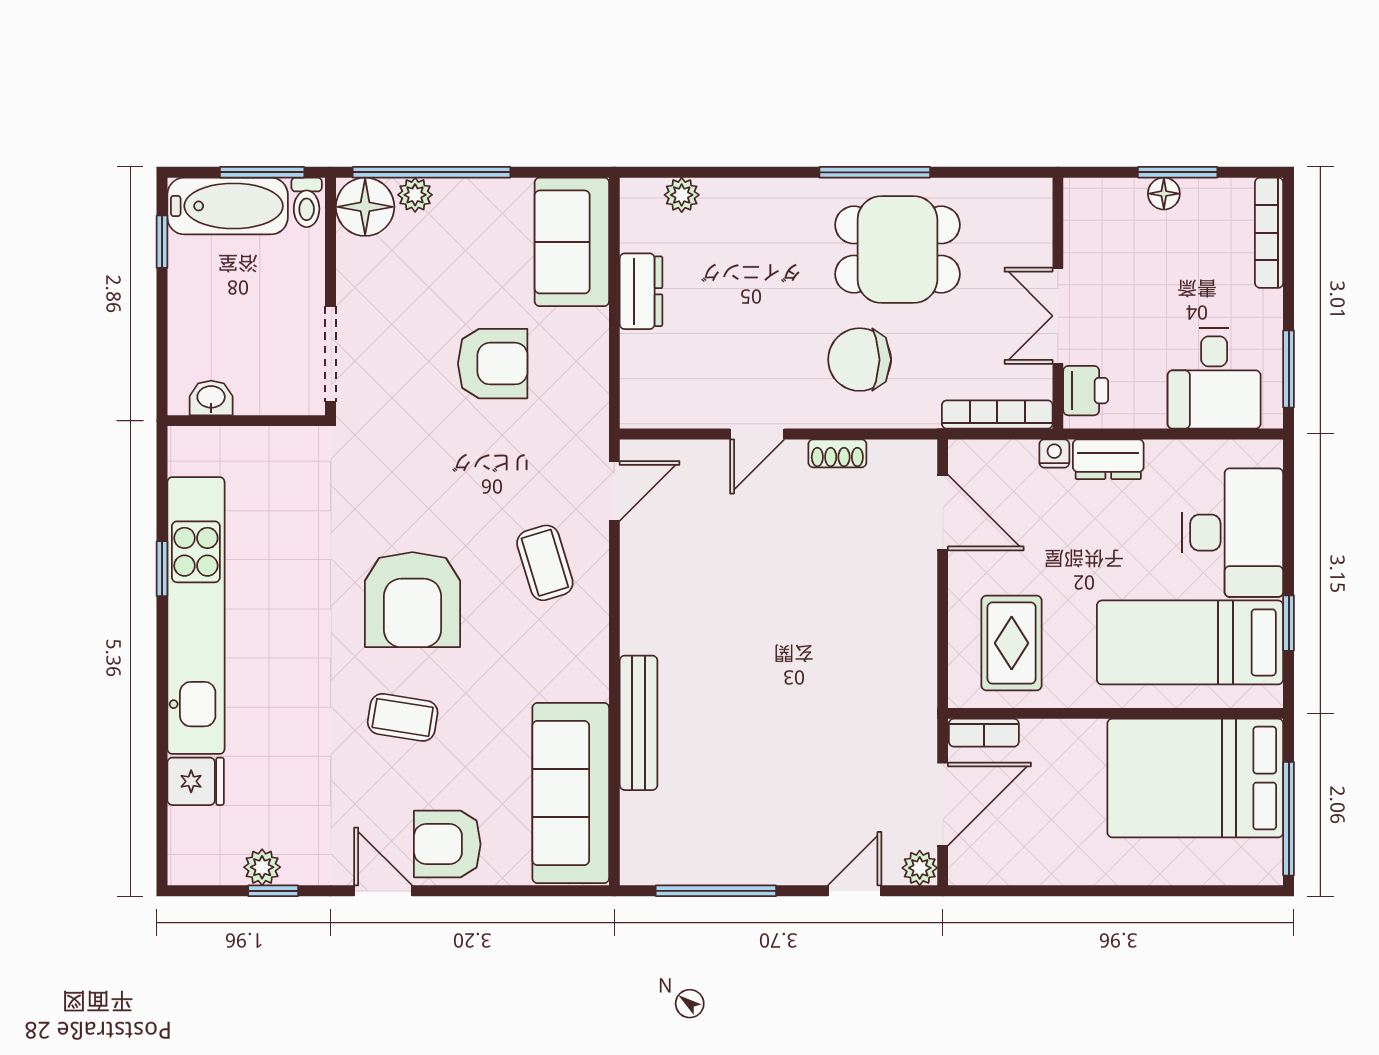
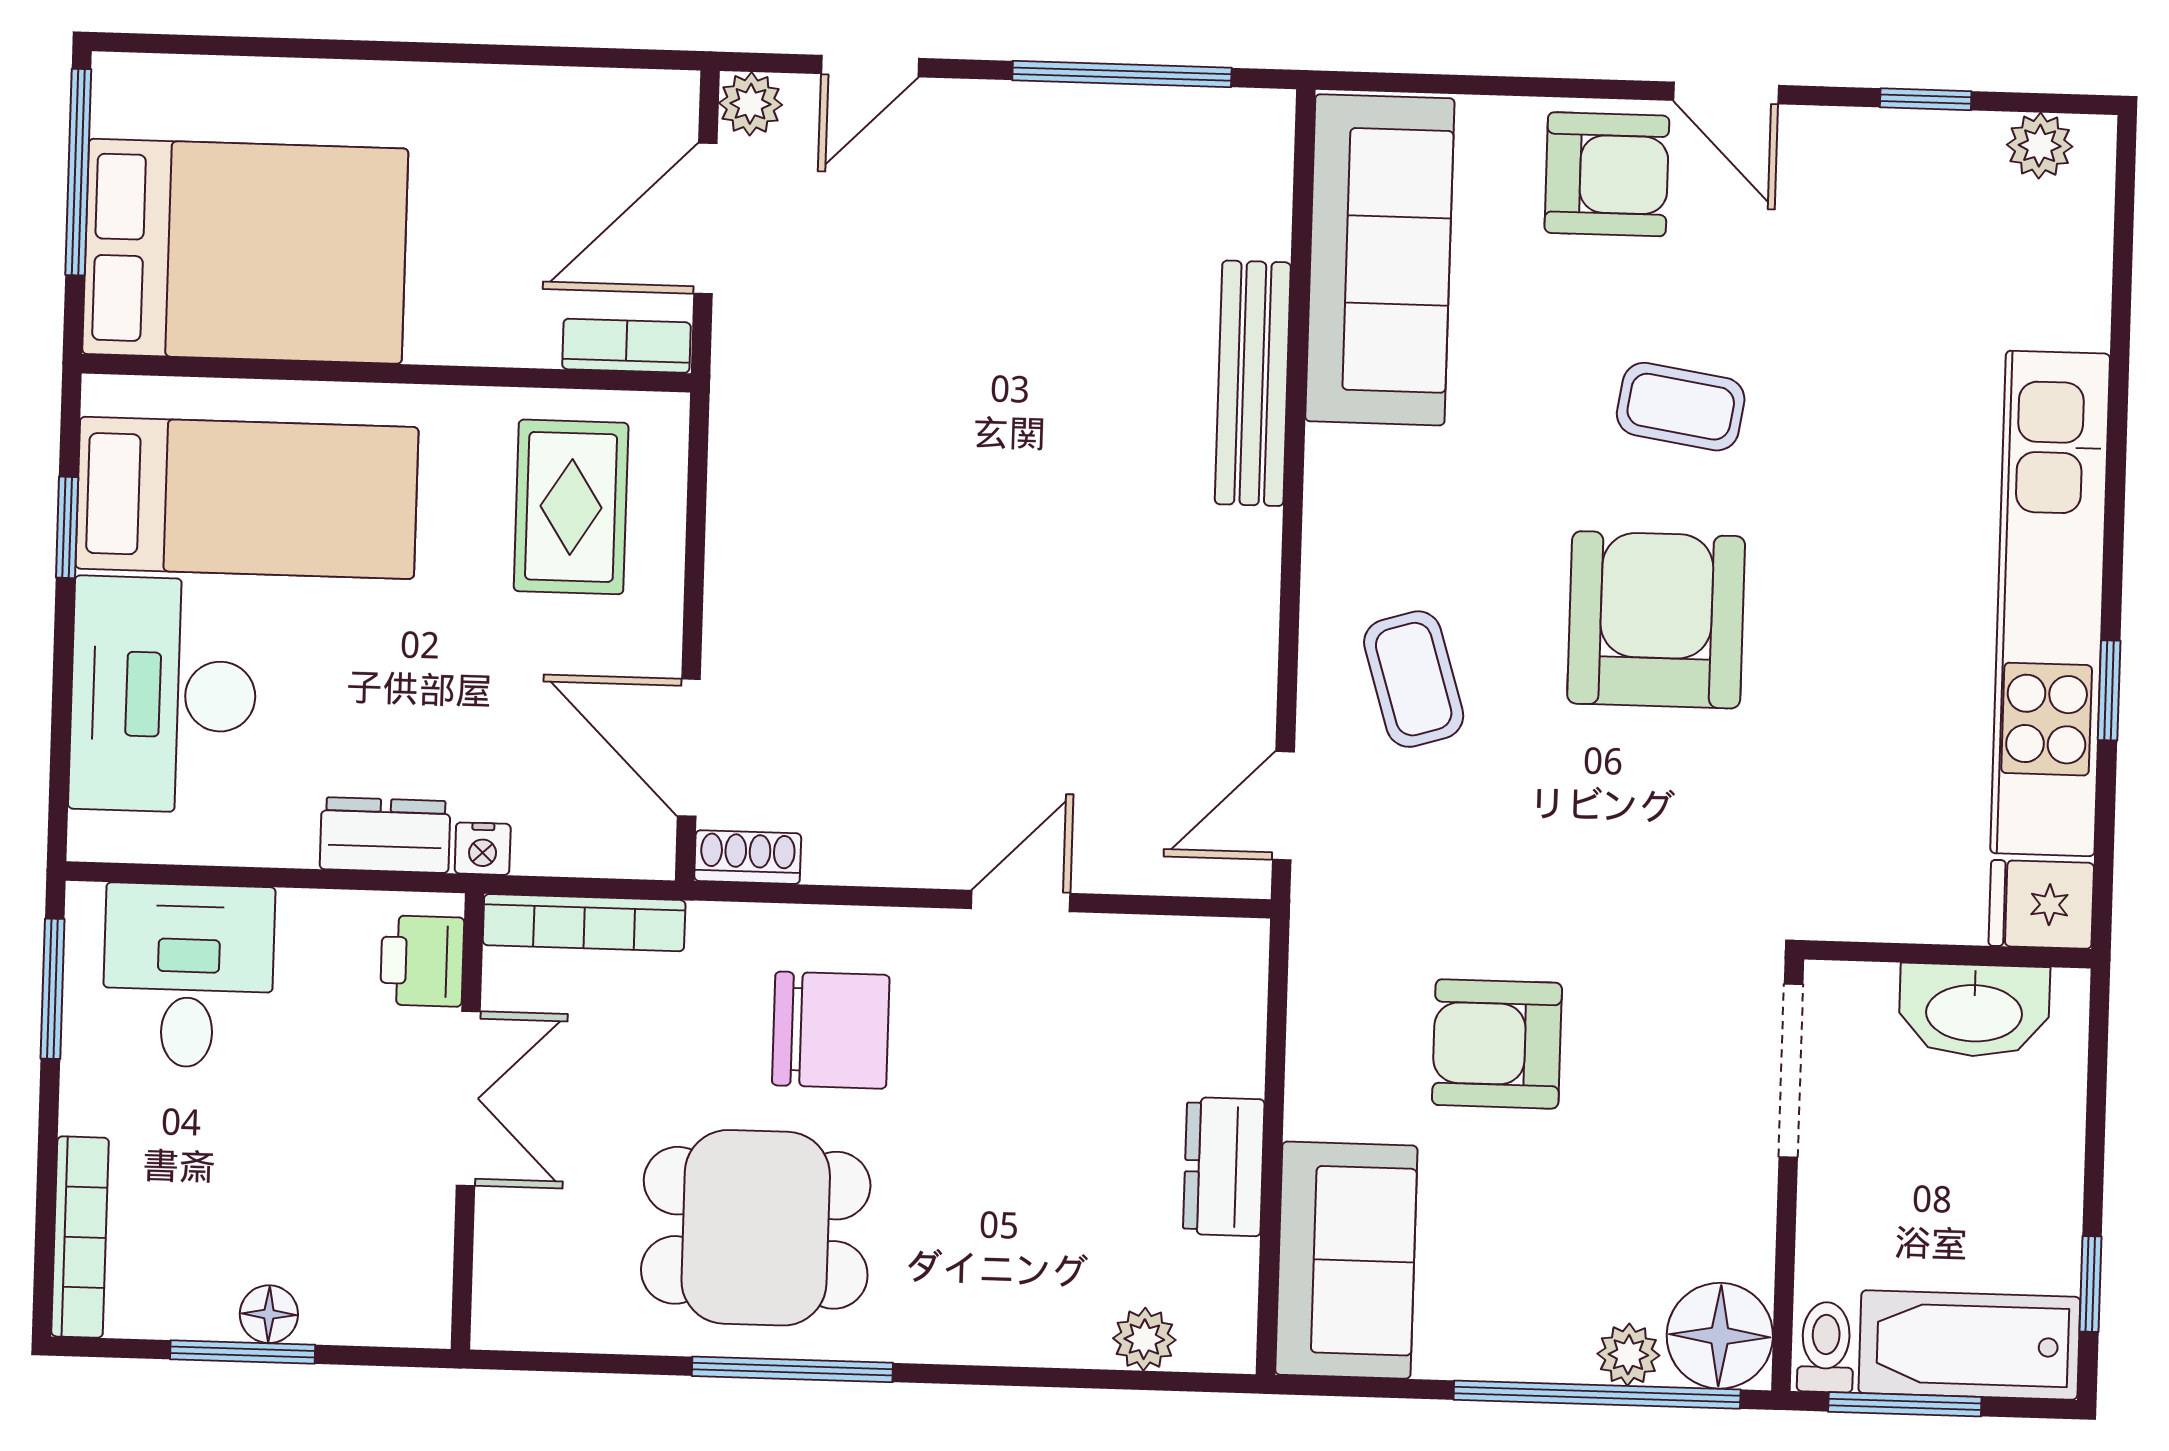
washbasin: (211, 398) -> (1974, 1010), width x1.91, depth x1.45
shoe rack: (837, 453) -> (748, 857), moved
fridge: (196, 781) -> (2041, 904), moved
plant: (262, 867) -> (2040, 146), moved

